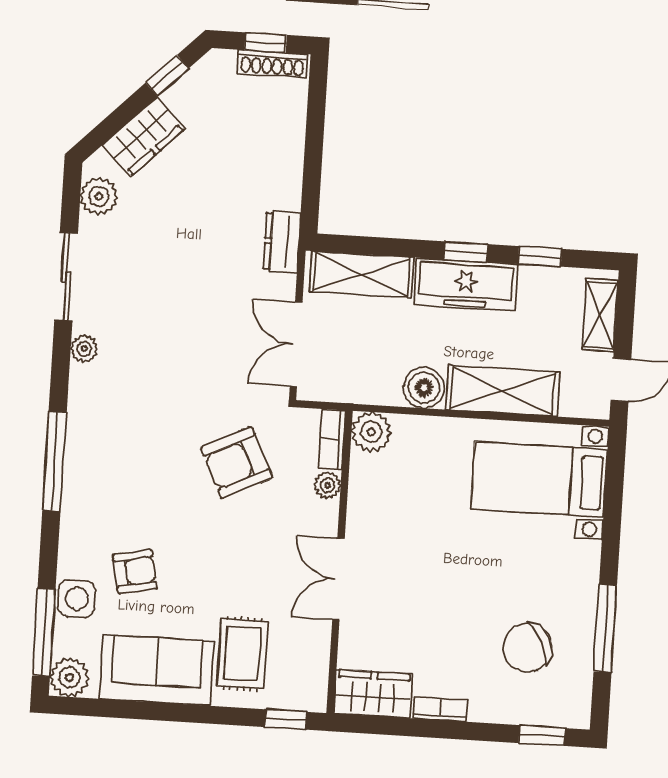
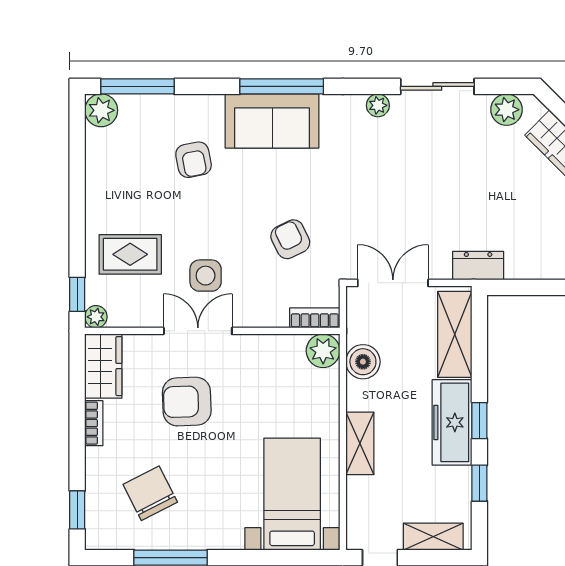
boiler: (424, 388) -> (363, 362), moved
shelving: (503, 391) -> (360, 443), width x0.67, depth x0.75
armchair: (237, 463) -> (290, 239), width x0.72, depth x0.72
plant: (327, 485) -> (96, 317), moved
armchair: (421, 598) -> (187, 402), added
side table: (77, 599) -> (206, 276), moved
sofa: (156, 670) -> (272, 121), moved, turned 90

